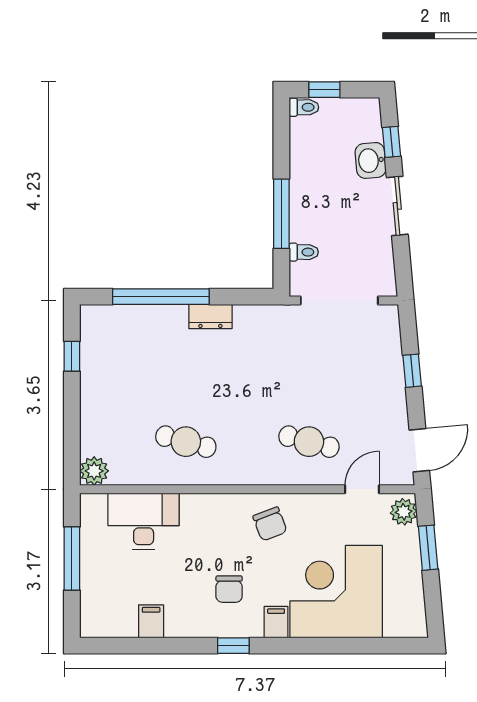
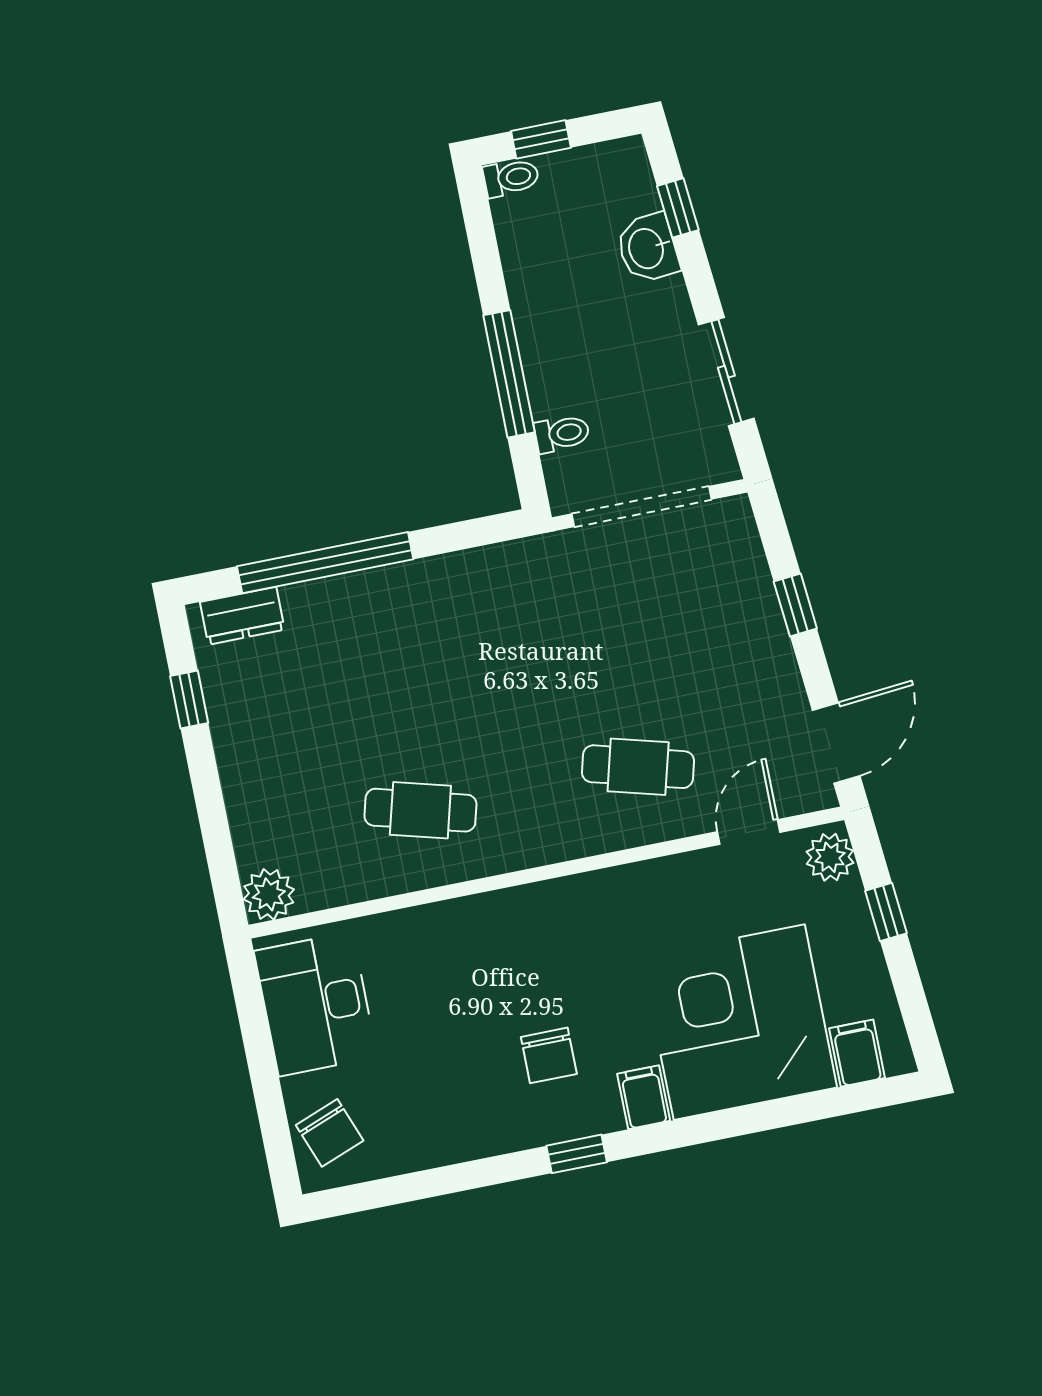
sliding door: (397, 206) -> (726, 372), moved
dresser: (210, 316) -> (242, 616), moved
desk: (144, 521) -> (316, 1004), moved, turned -90
chair: (270, 524) -> (330, 1133), moved
window: (428, 548) -> (886, 912), width x0.67
window: (72, 558) -> (260, 1057), removed
filing cabinet: (151, 621) -> (857, 1053), moved

